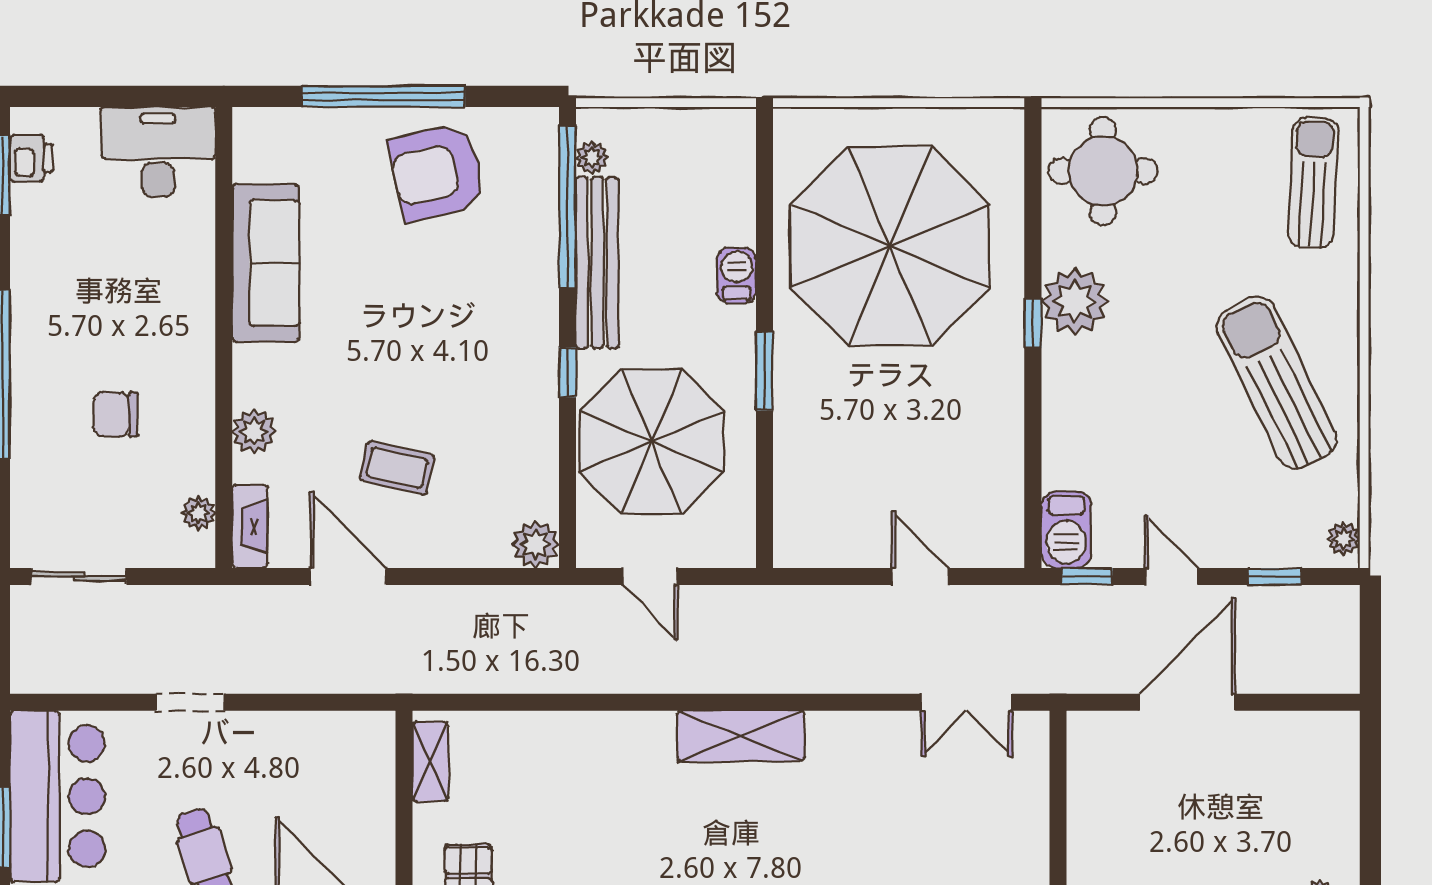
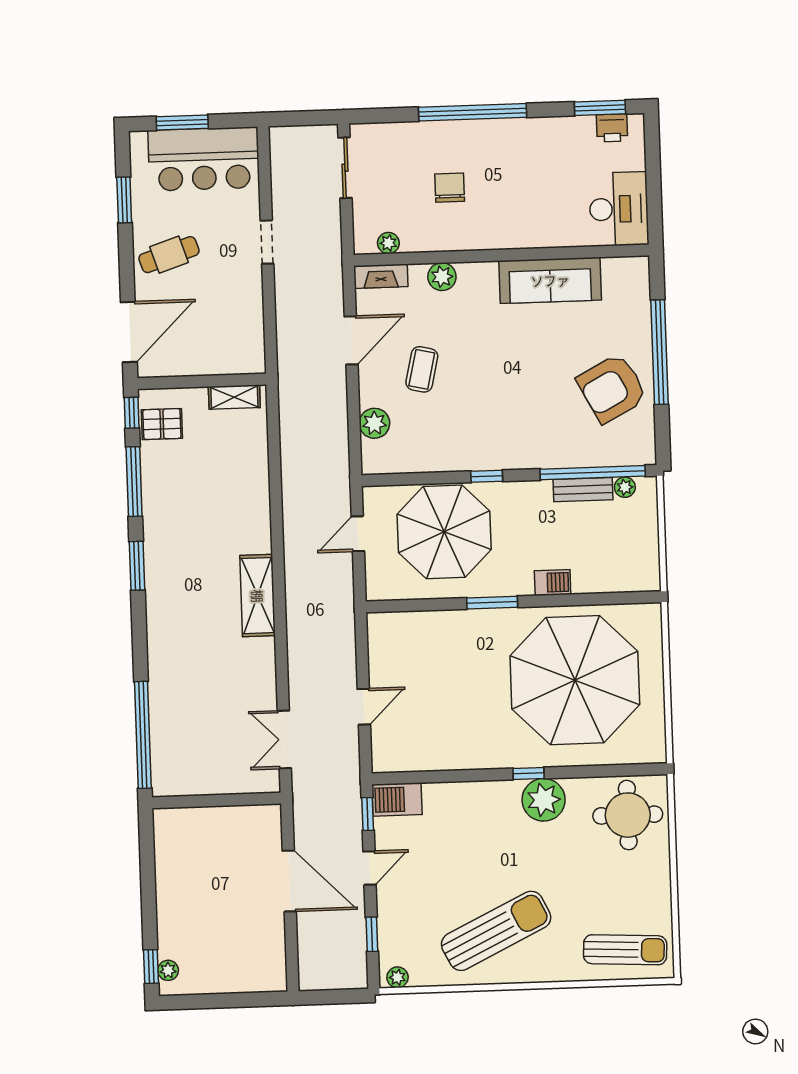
armchair: (437, 172) -> (612, 388), turned -105
bench: (597, 263) -> (583, 490), width x0.54, depth x0.82
plant: (536, 544) -> (374, 423), moved

